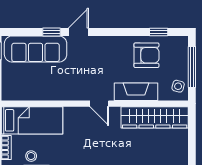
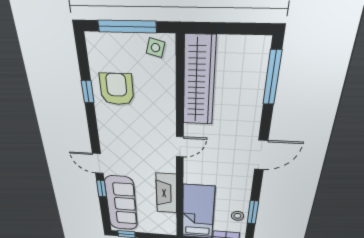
window: (159, 32) -> (88, 92), moved
fireplace: (136, 92) -> (167, 193), moved

